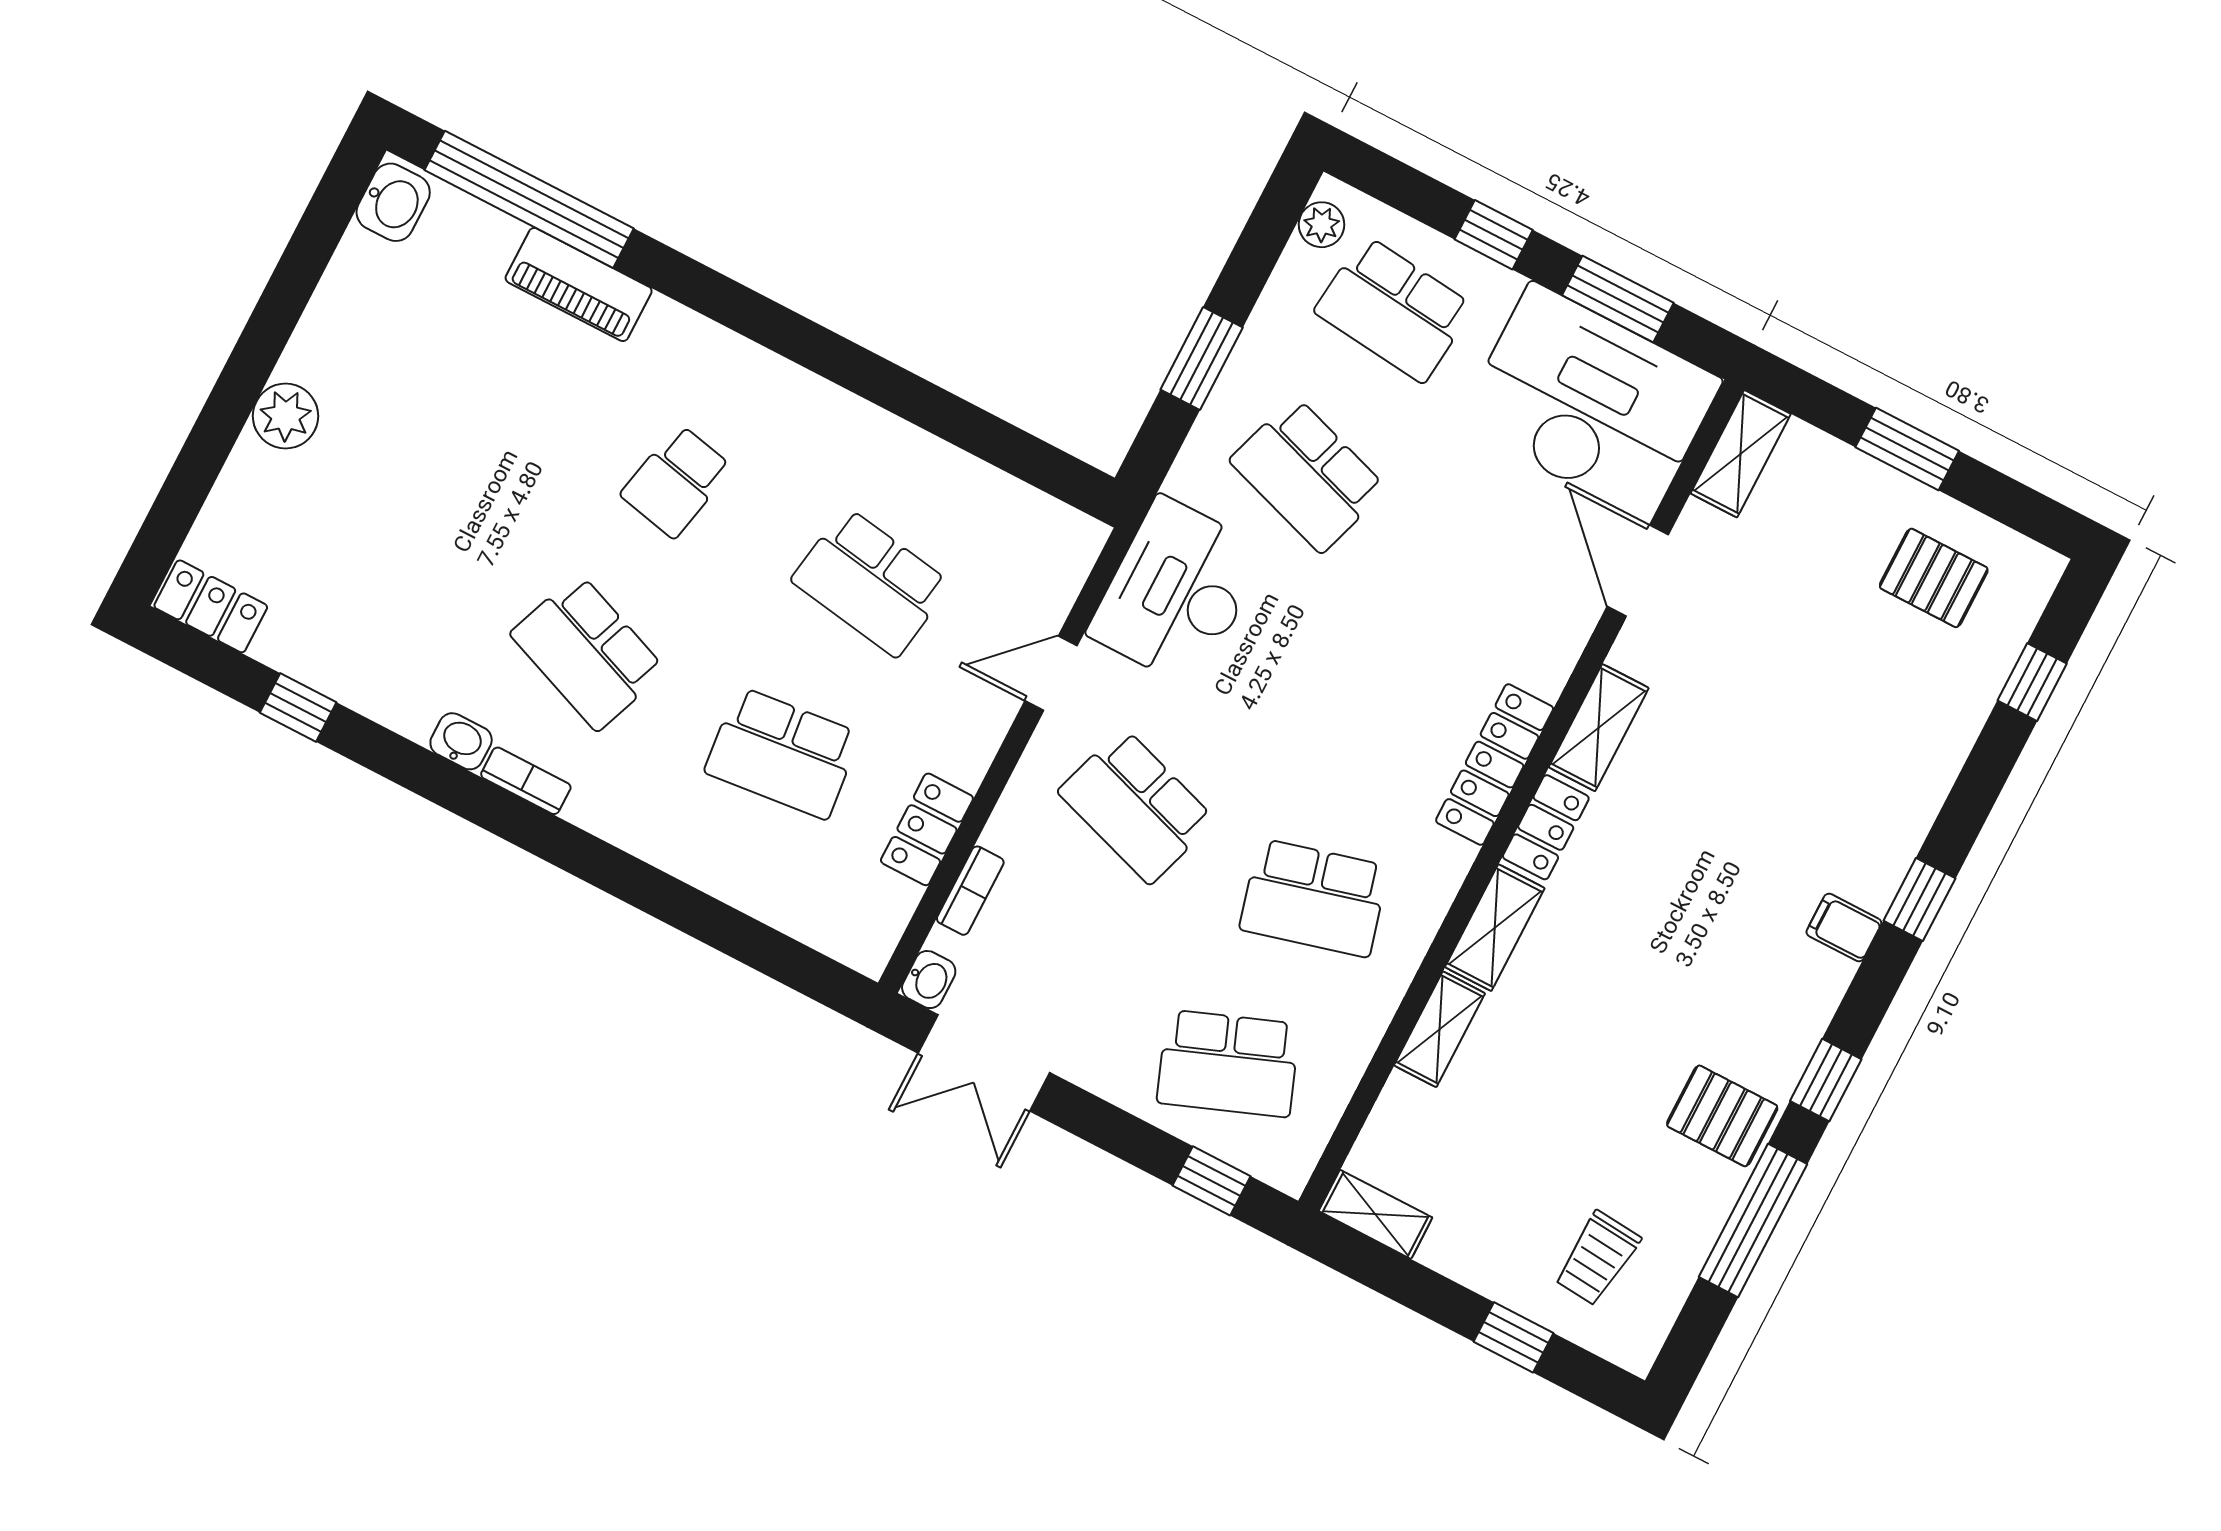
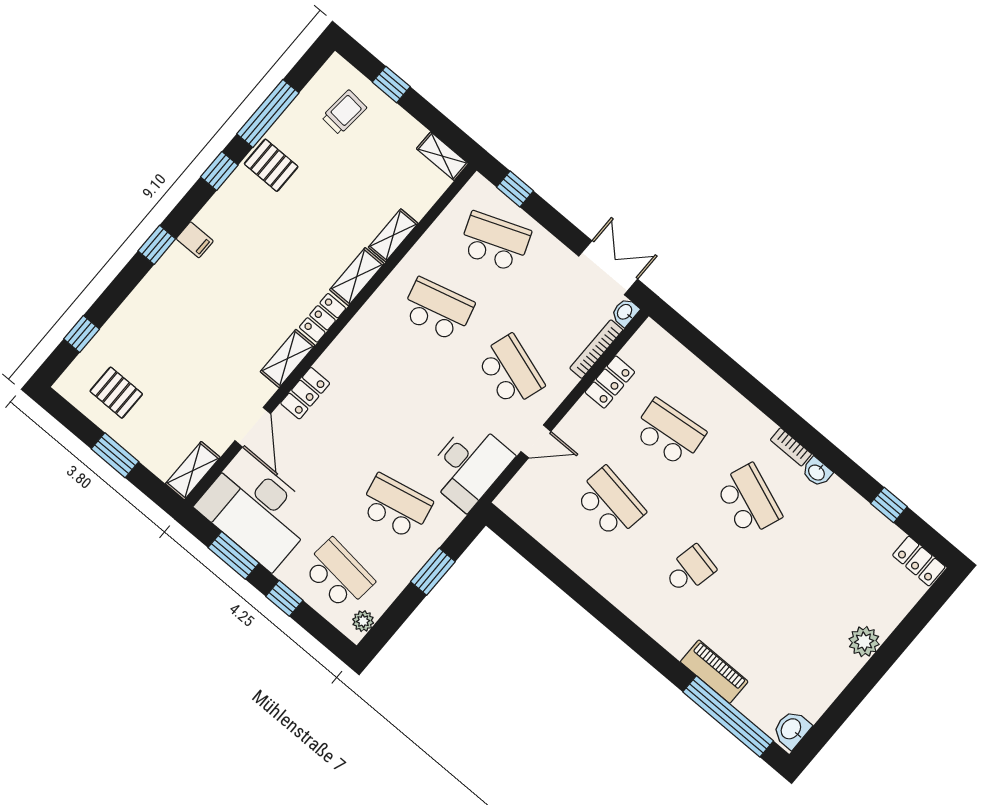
school desk: (1308, 475) -> (396, 506), turned -30
locker: (1495, 765) -> (305, 393), moved, width x0.66
bookcase: (970, 891) -> (596, 349), width x1.56

